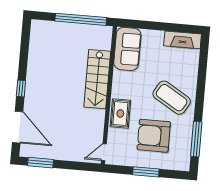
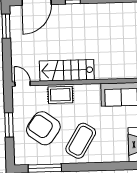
stairs: (97, 79) -> (67, 70), moved
armchair: (154, 136) -> (43, 128), turned -54

